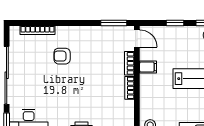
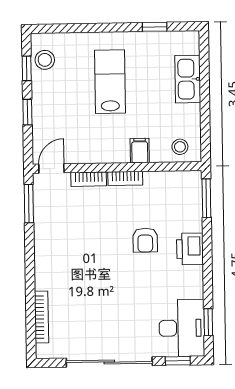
armchair: (62, 56) -> (145, 240), moved
filing cabinet: (148, 67) -> (140, 151), moved

